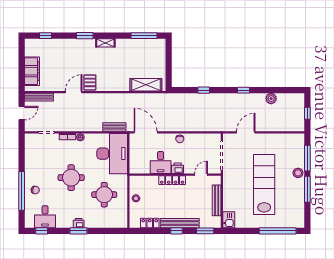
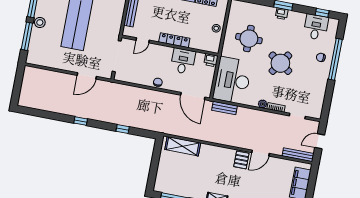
plant: (271, 99) -> (53, 106), removed
window: (307, 113) -> (18, 84), removed
printer: (178, 168) -> (211, 60), moved
round table: (71, 178) -> (280, 63), turned 34

